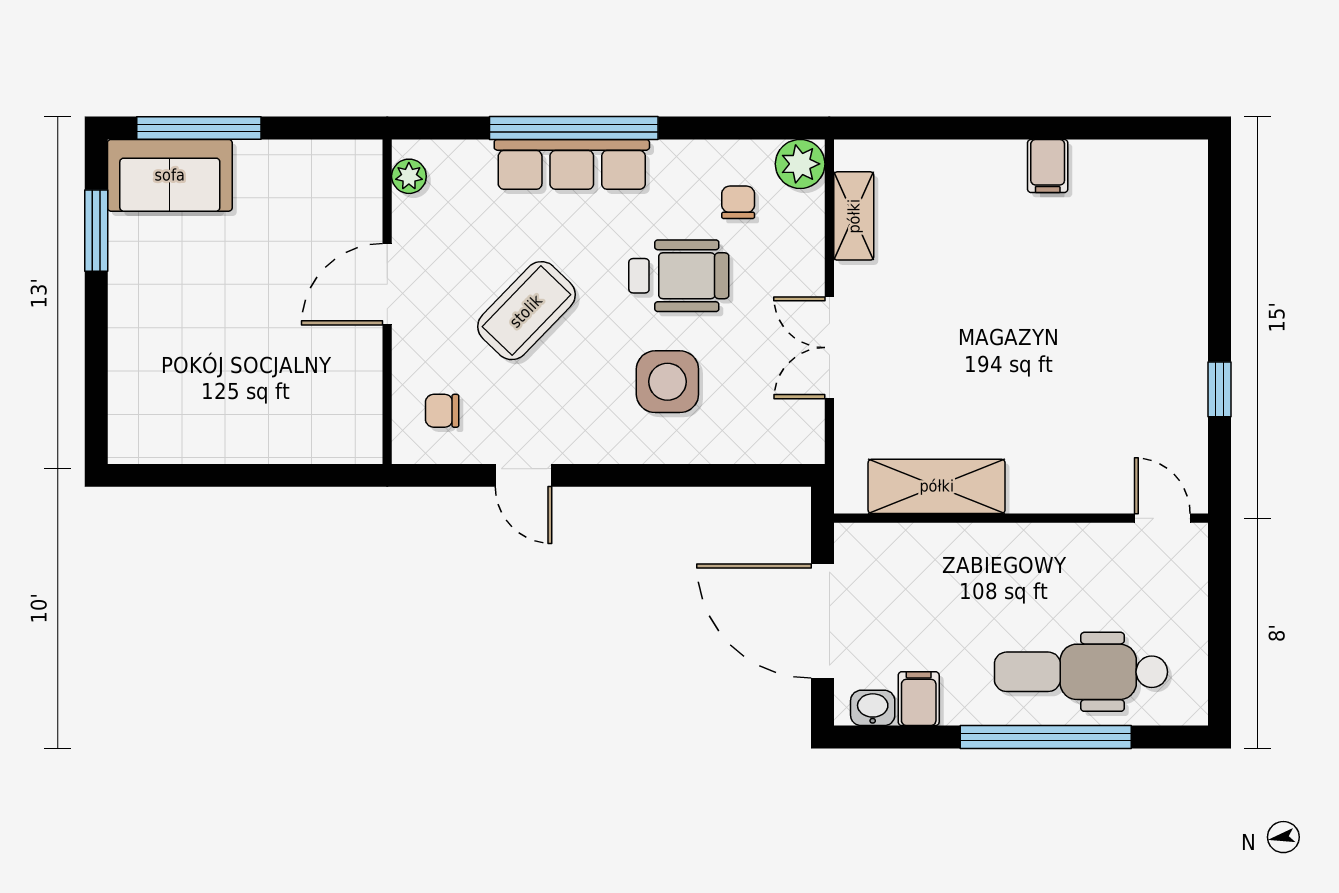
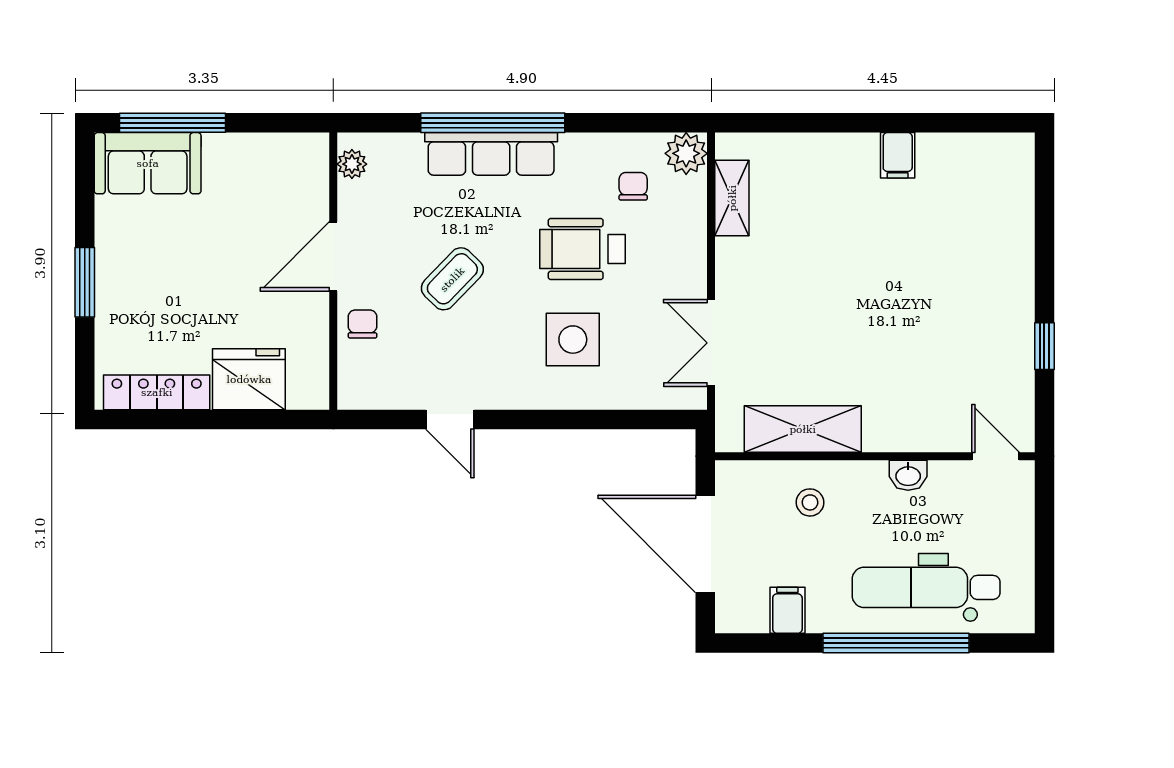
window: (96, 231) -> (85, 282), moved
wheelchair: (679, 276) -> (583, 249), turned 180
coffee table: (526, 311) -> (452, 279), width x0.73, depth x0.77
double door: (829, 348) -> (711, 343), moved
chair: (442, 411) -> (363, 324), moved, turned 90
fridge: (288, 428) -> (249, 379), added
locker: (180, 444) -> (157, 392), added
stool: (945, 572) -> (810, 502), added
washbasin: (873, 708) -> (908, 475), moved, turned 180

